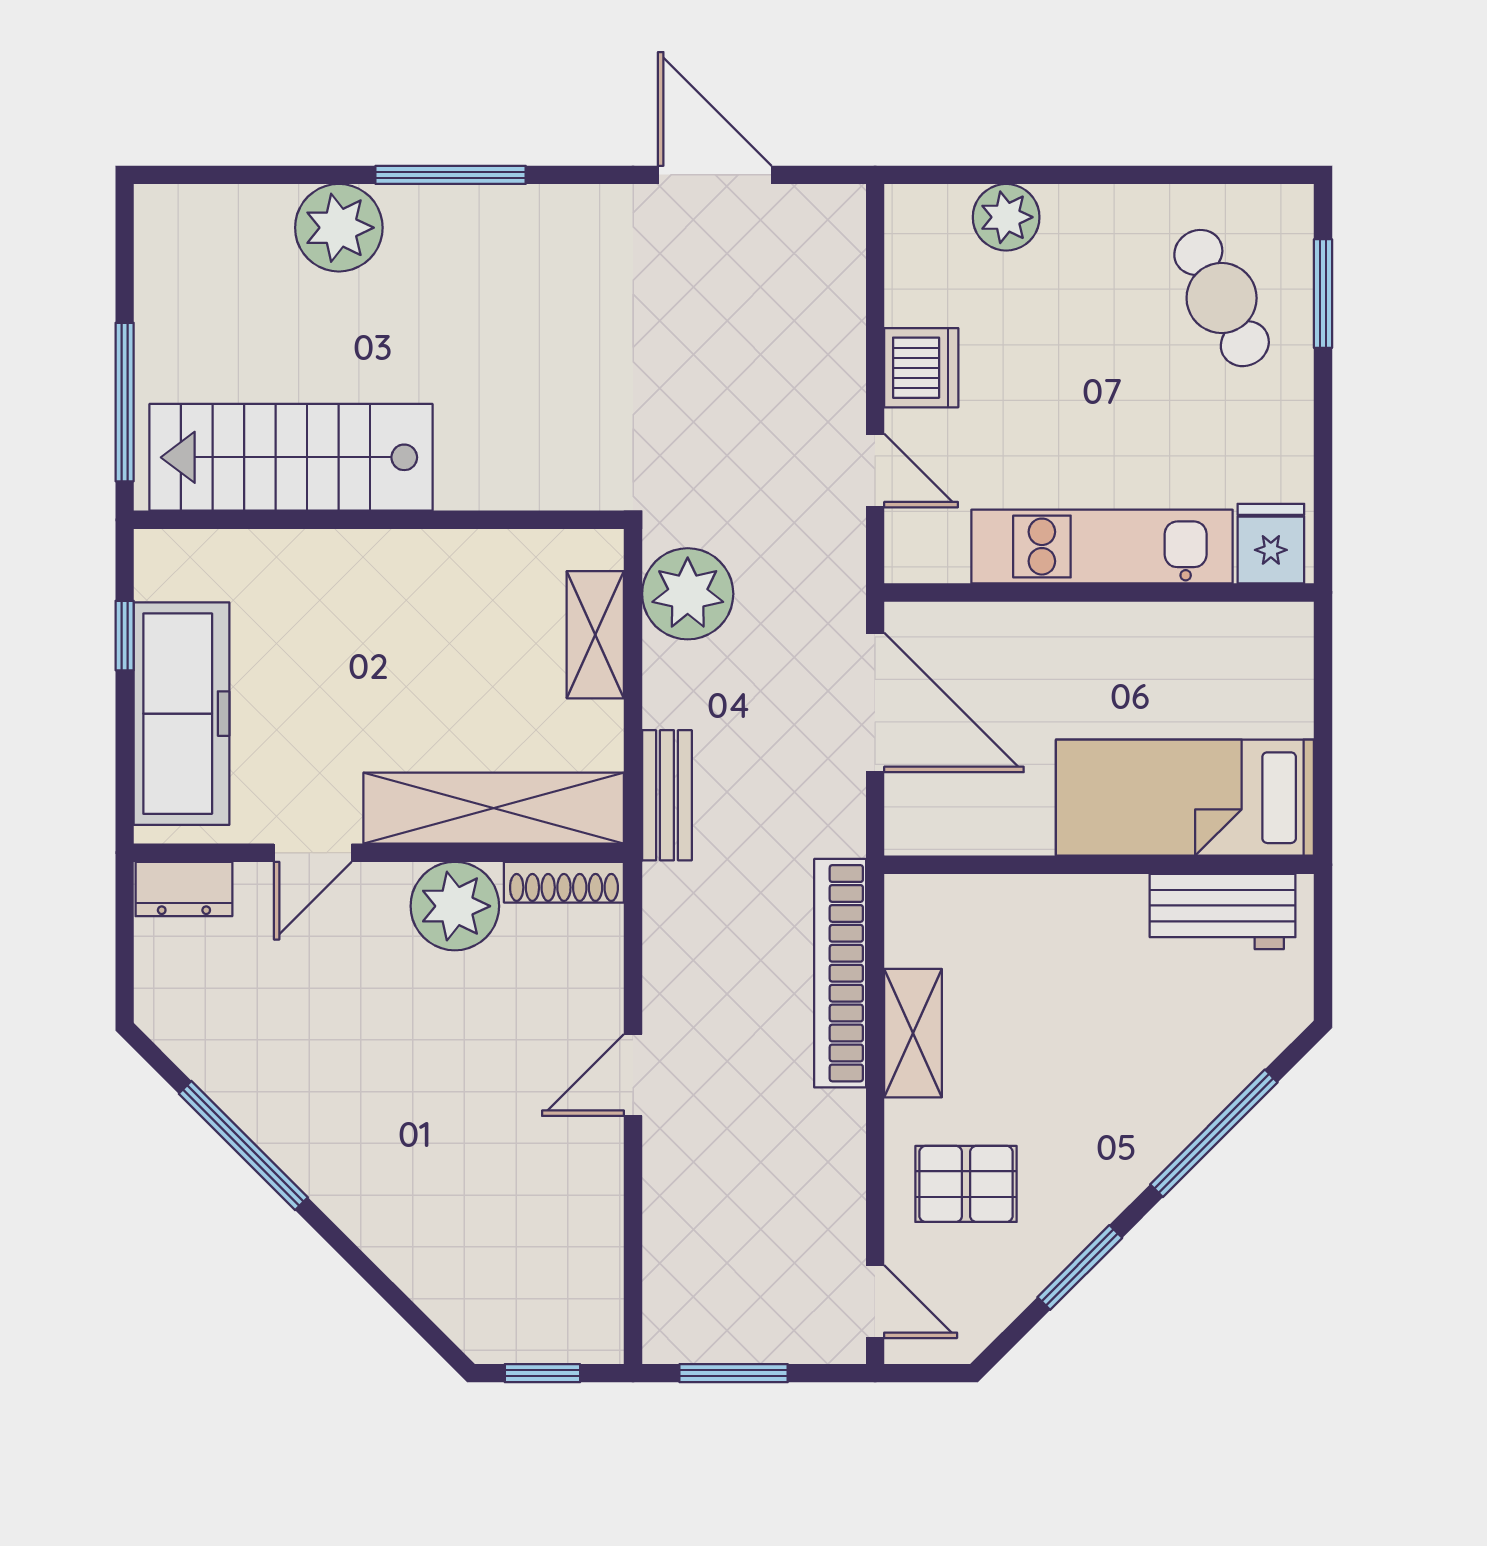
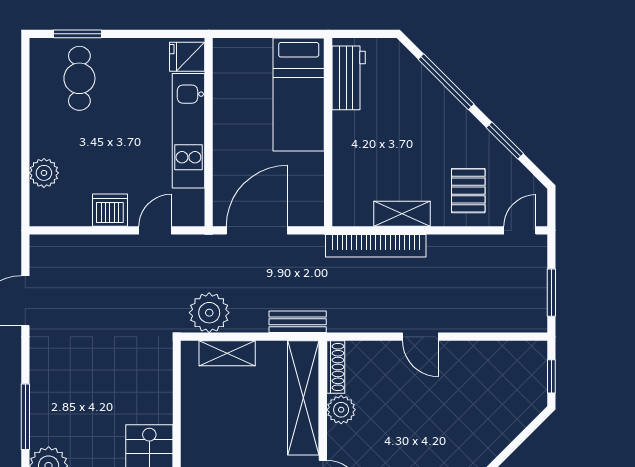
cafe table: (1222, 298) -> (79, 78), turned -63
plant: (455, 906) -> (341, 410), width x0.73, depth x0.73

